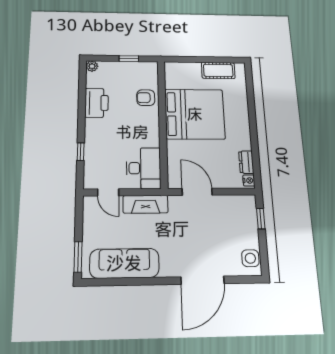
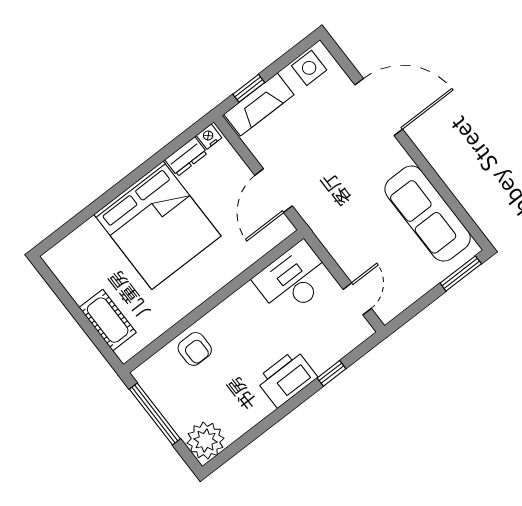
window: (129, 59) -> (155, 414), width x2.17
plant: (92, 66) -> (206, 441), width x1.87, depth x1.87
cot: (218, 70) -> (108, 320), moved
printer: (97, 103) -> (287, 378), moved
bed: (195, 114) -> (157, 225), moved, turned 180
fireplace: (146, 204) -> (259, 104), moved, turned 90

